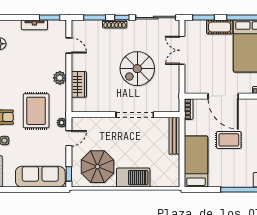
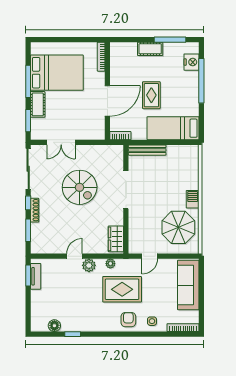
tv unit: (34, 25) -> (36, 276), moved
door: (69, 46) -> (74, 256), moved
wardrobe: (79, 84) -> (116, 239), moved, turned -90
plant: (62, 123) -> (110, 264), moved
door: (69, 138) -> (150, 256), swing flipped
window: (69, 174) -> (186, 256), removed
barbecue: (133, 178) -> (193, 199), width x0.53, depth x0.65

